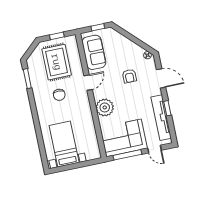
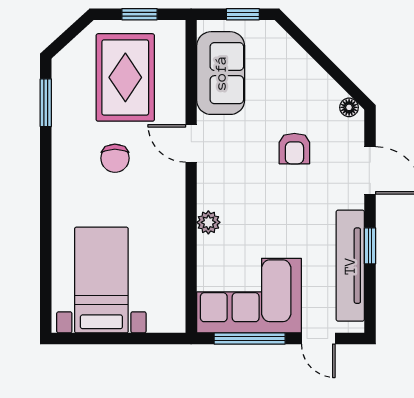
door: (88, 83) -> (191, 143), swing flipped
plant: (105, 107) -> (208, 222), width x0.53, depth x0.53

